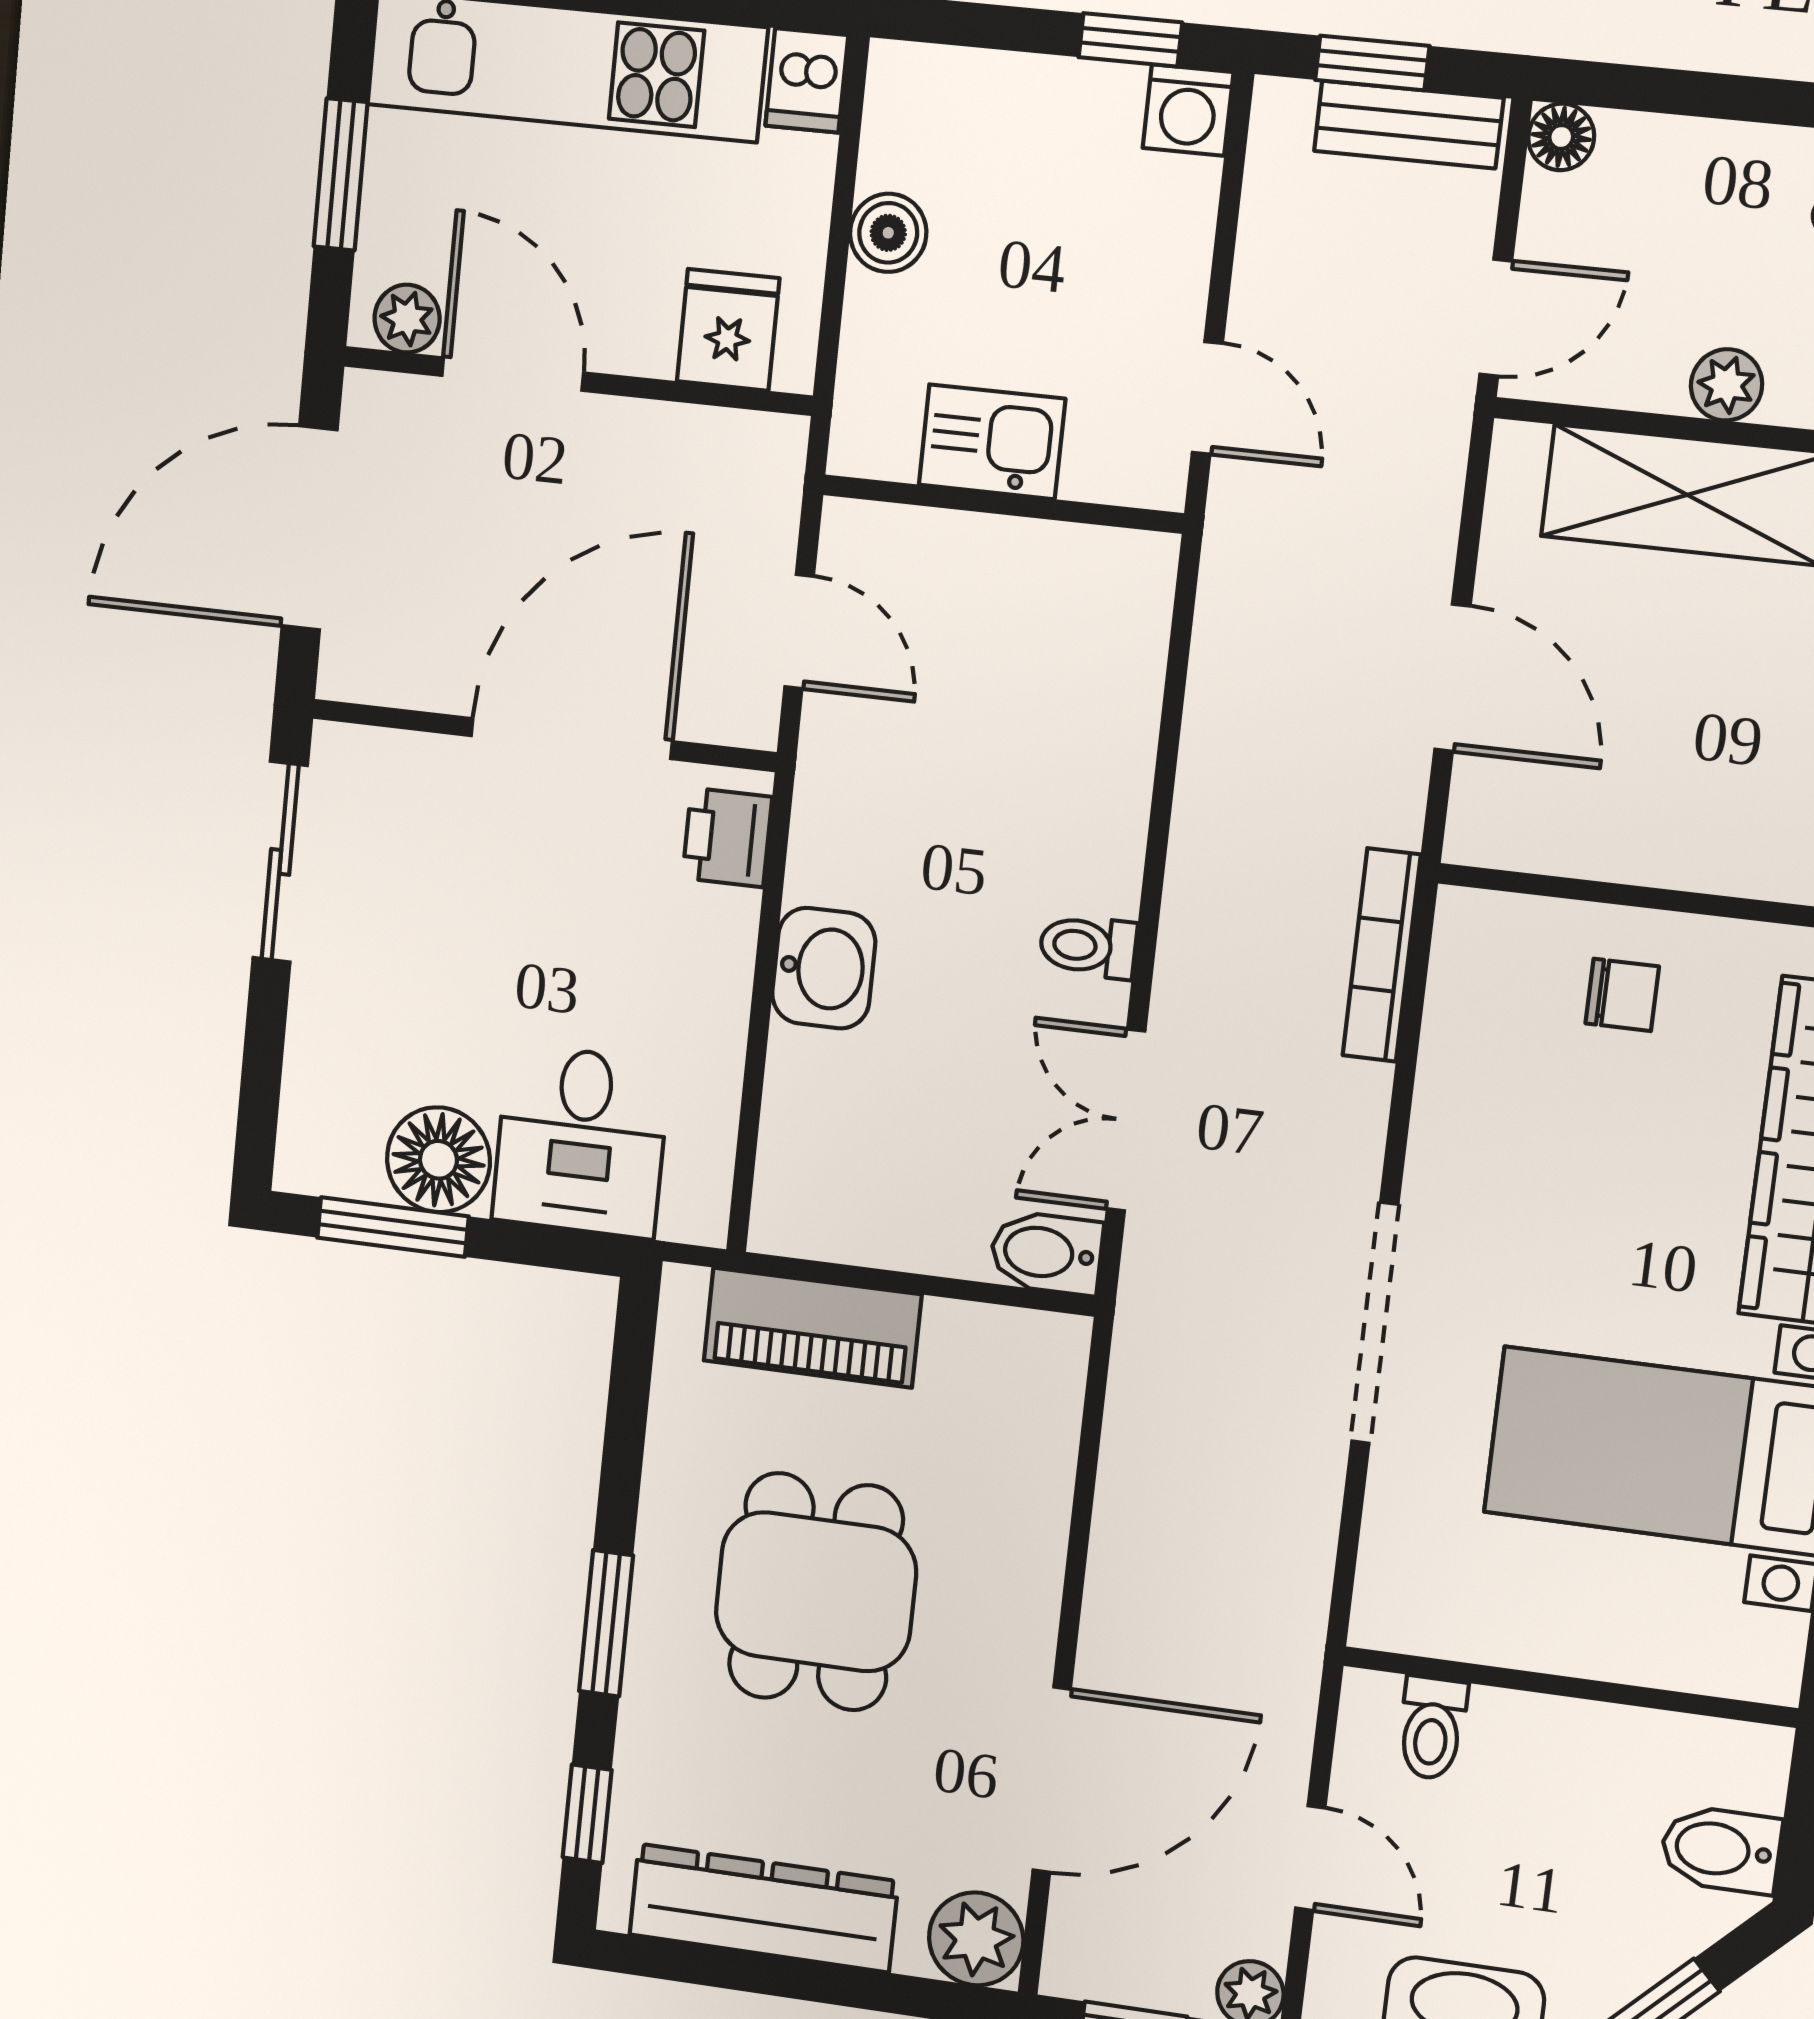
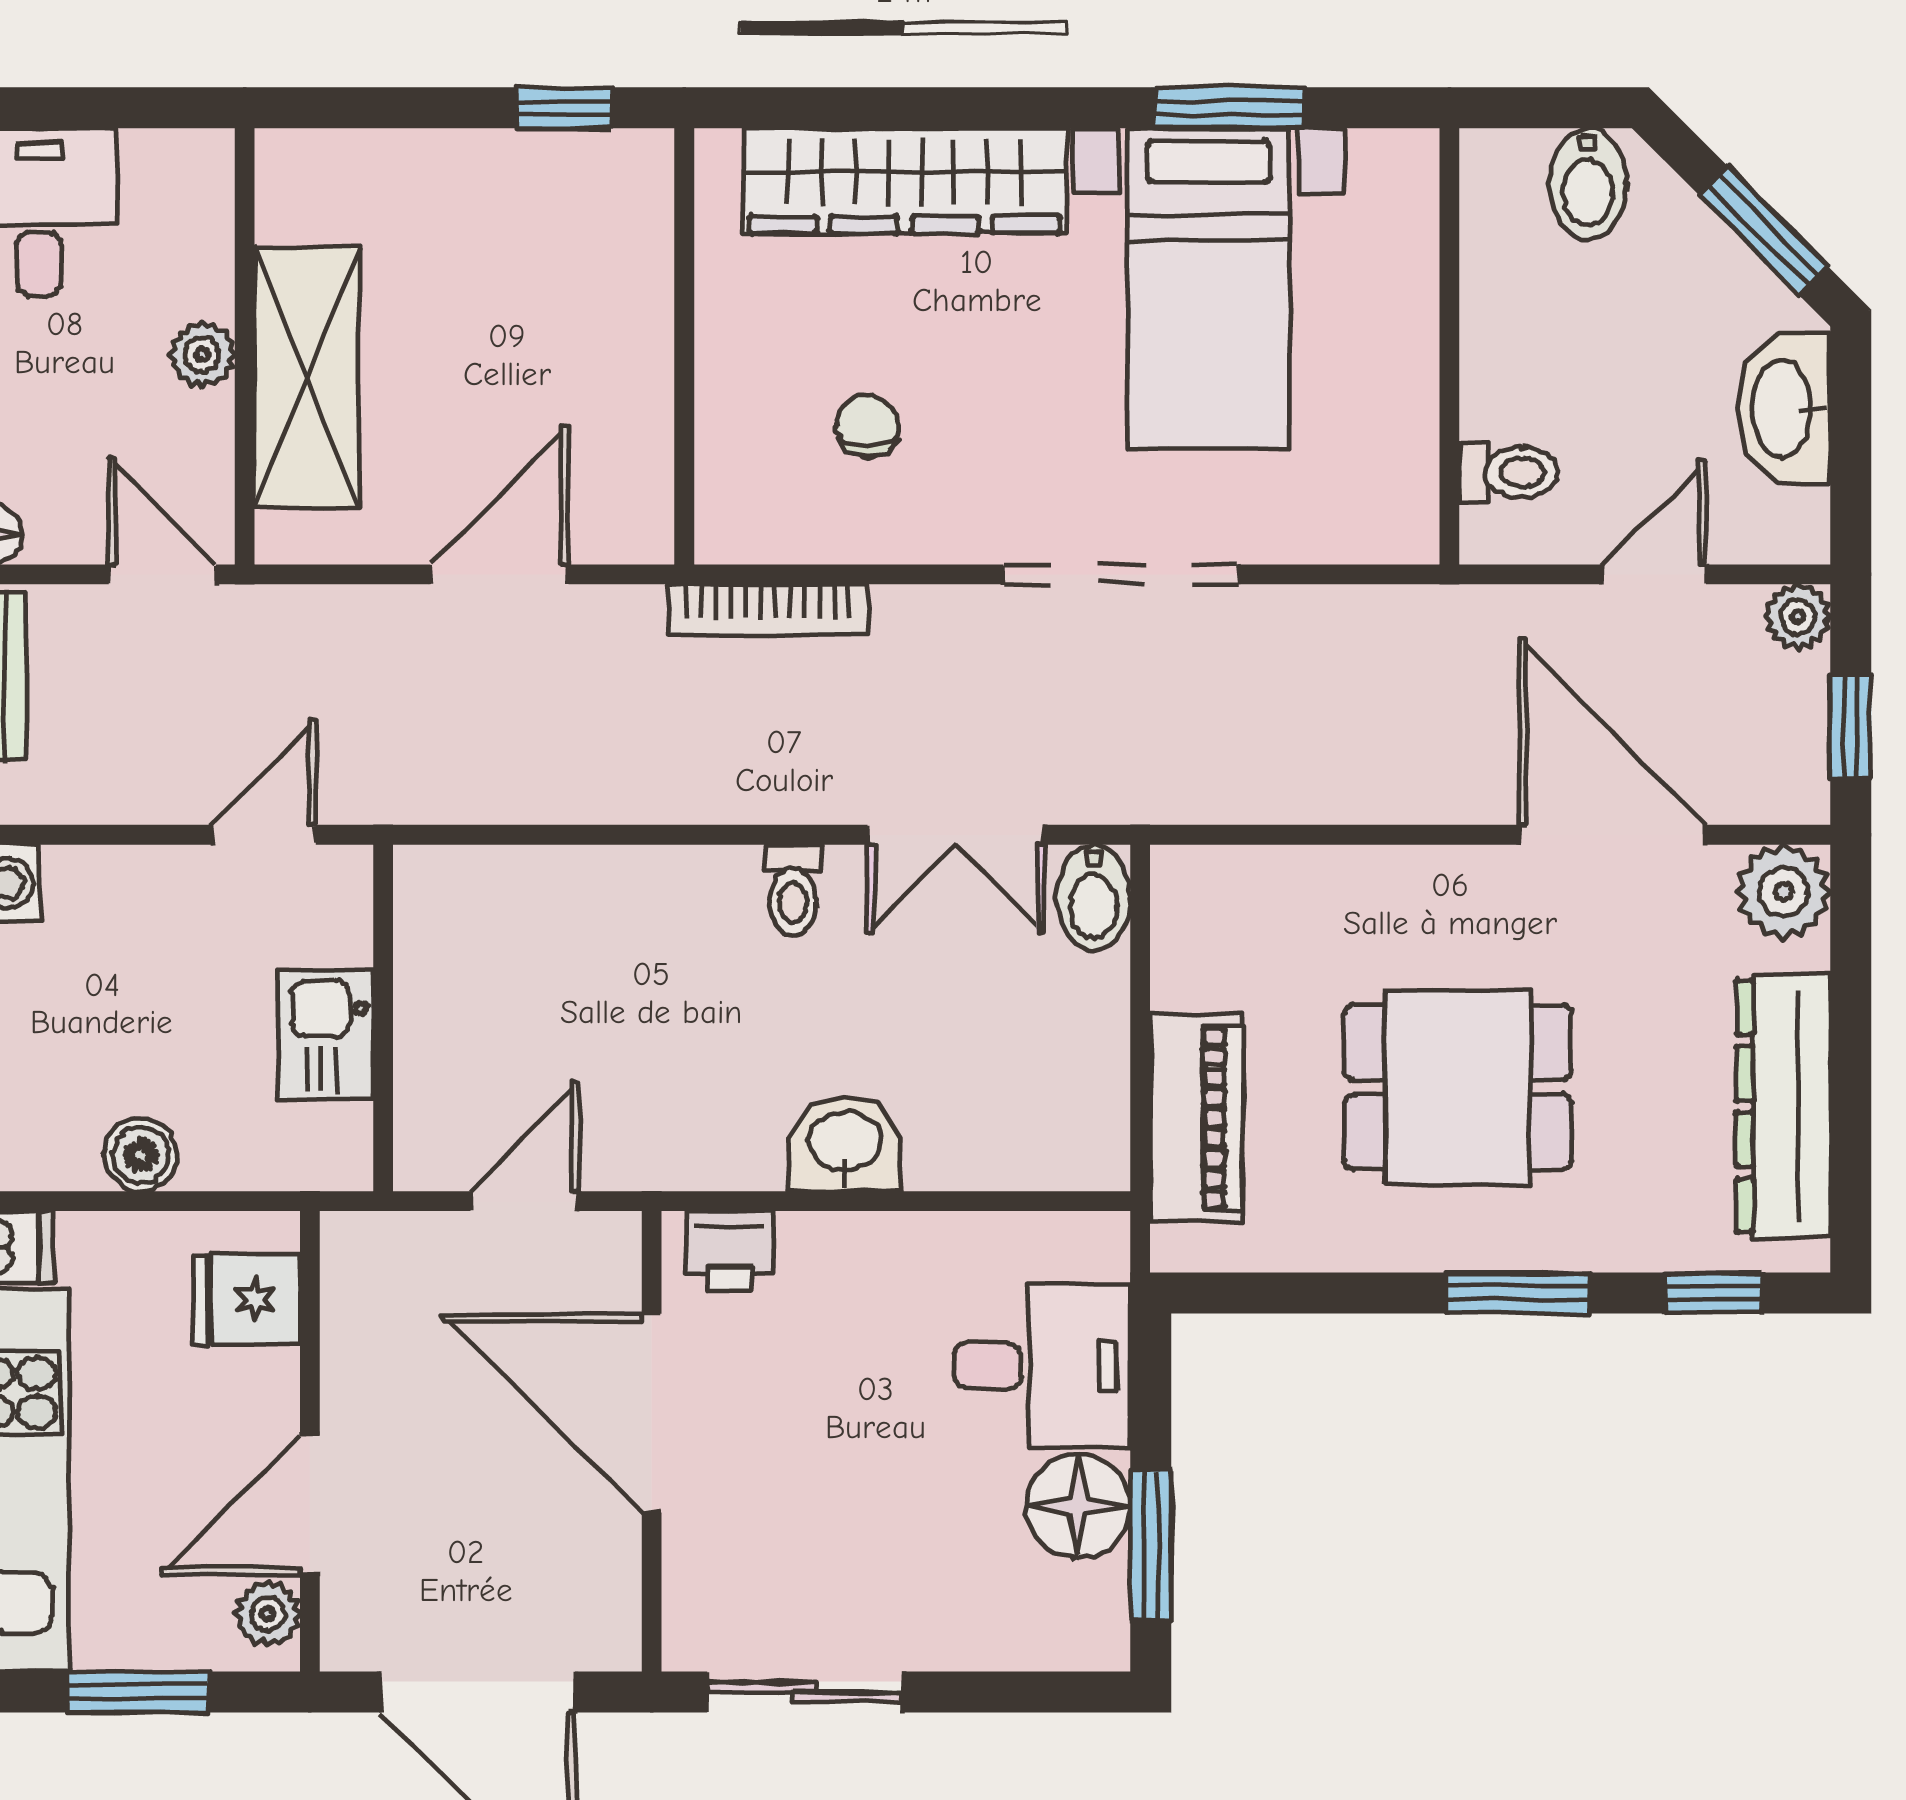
chair: (1622, 995) -> (868, 426), moved

